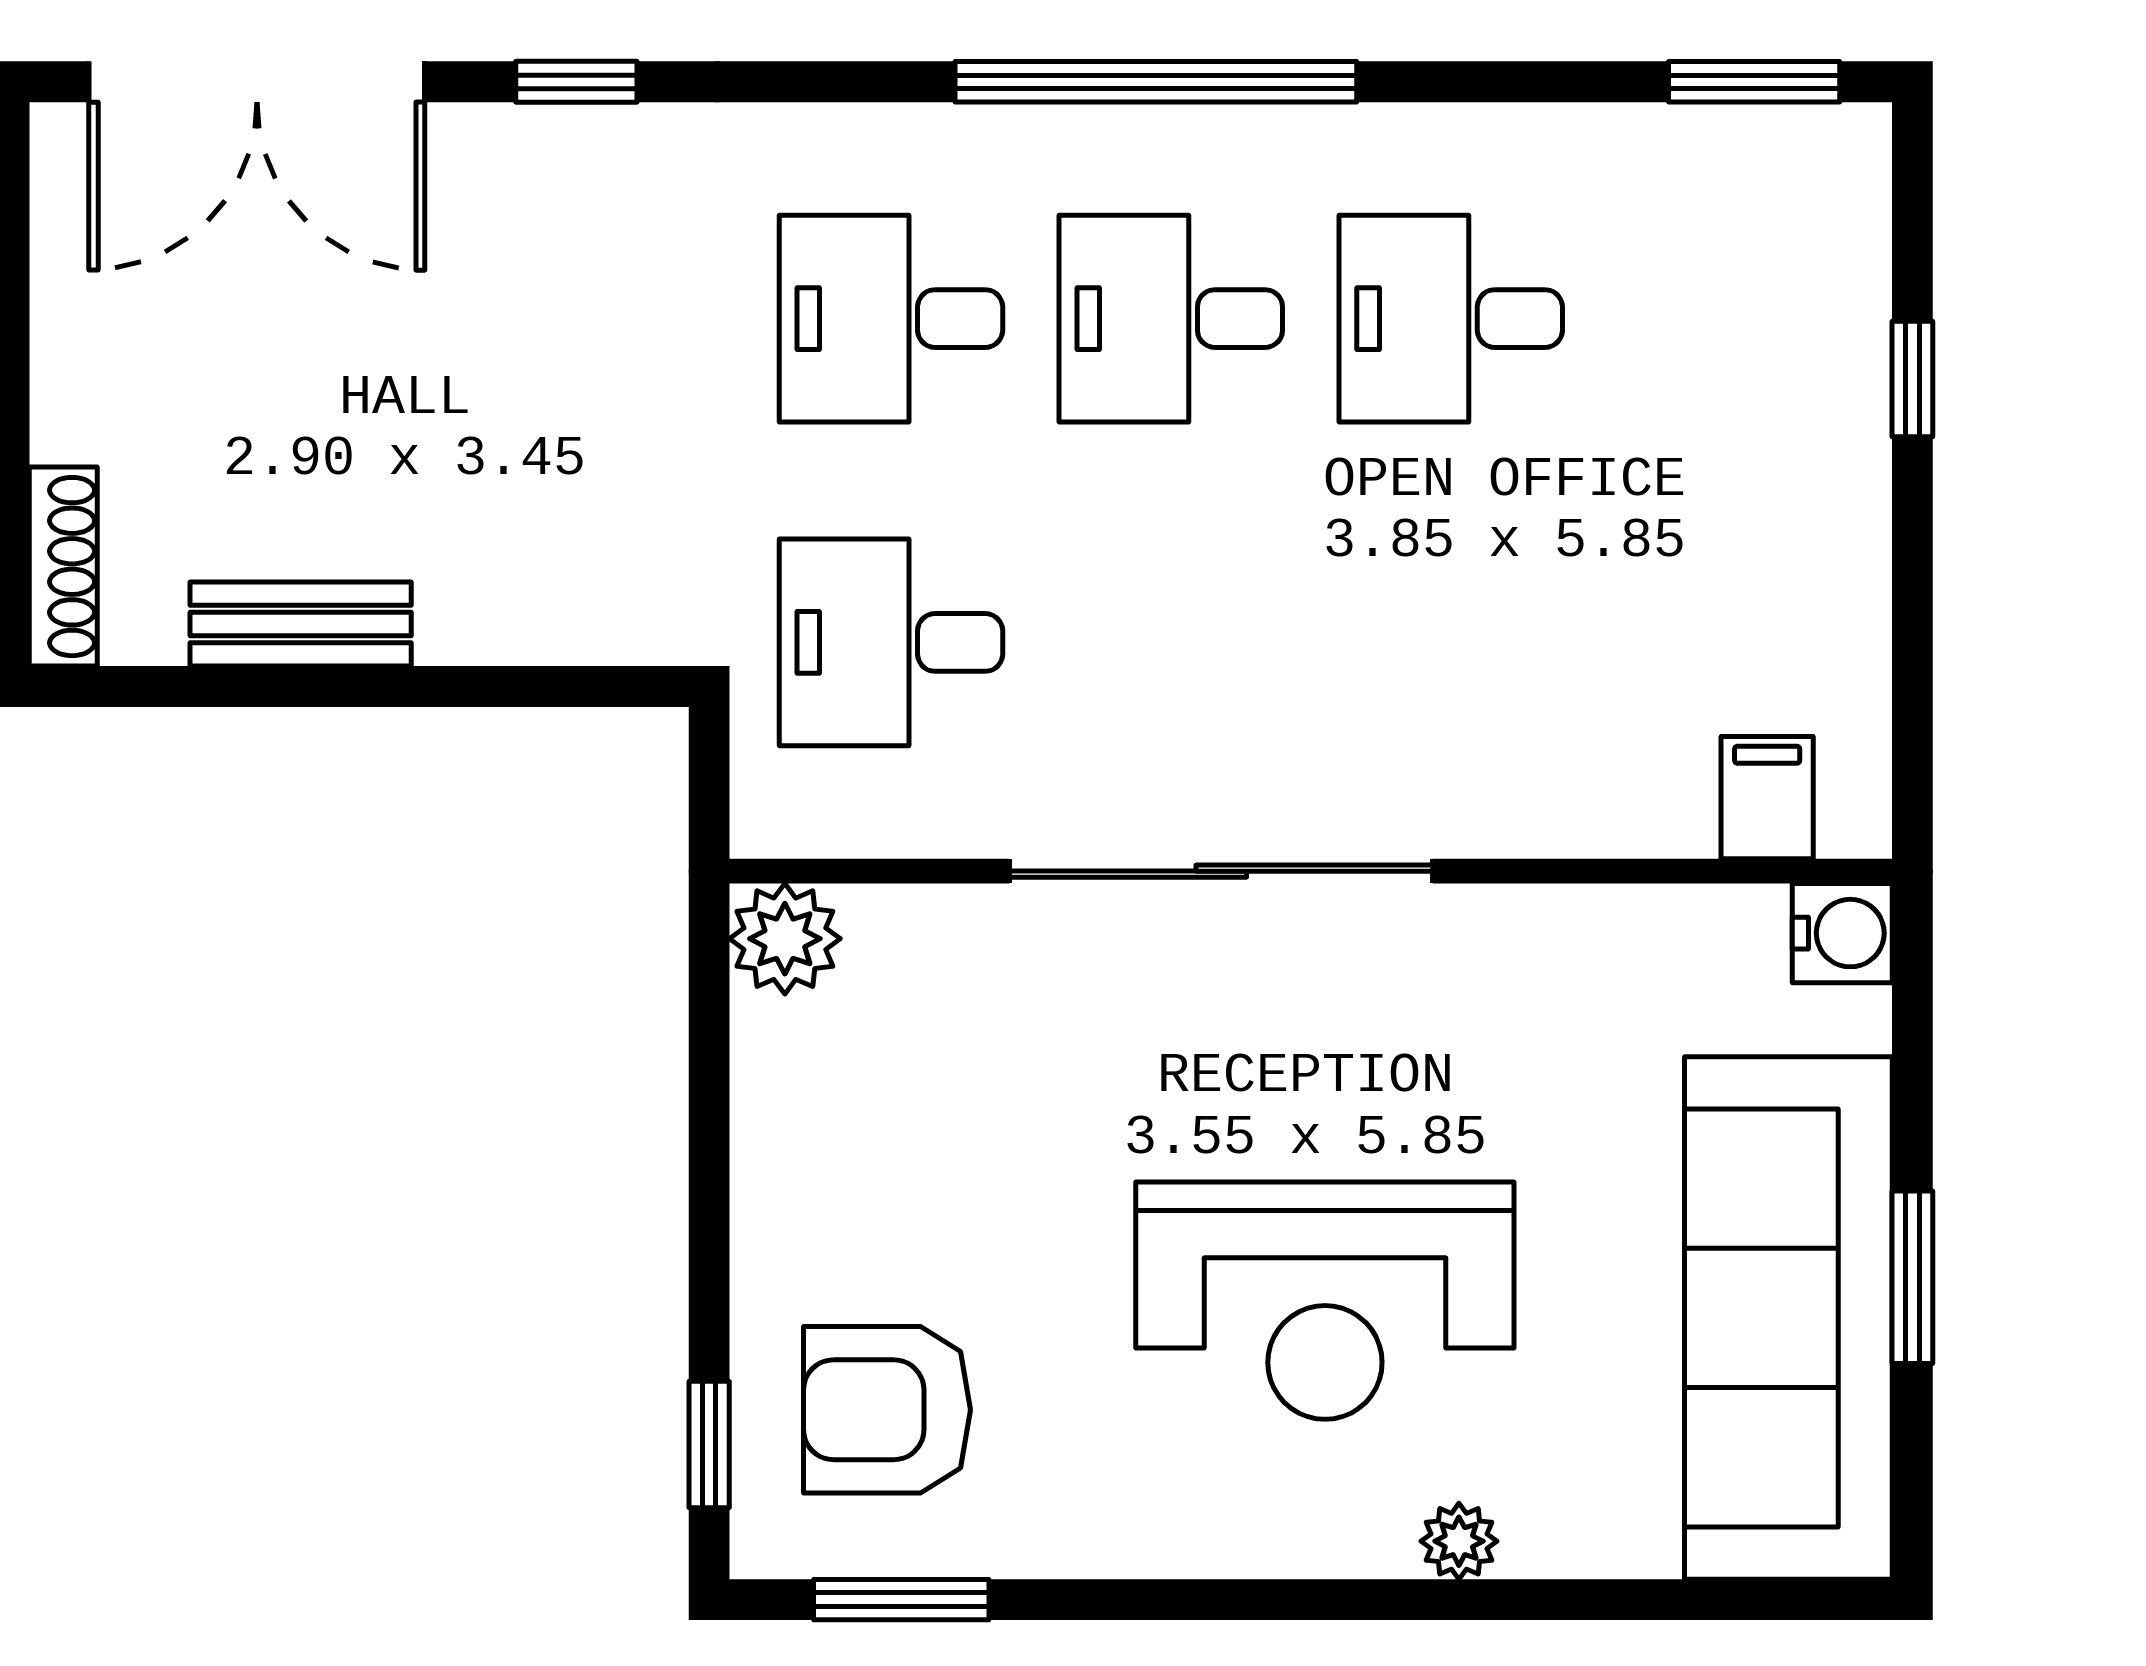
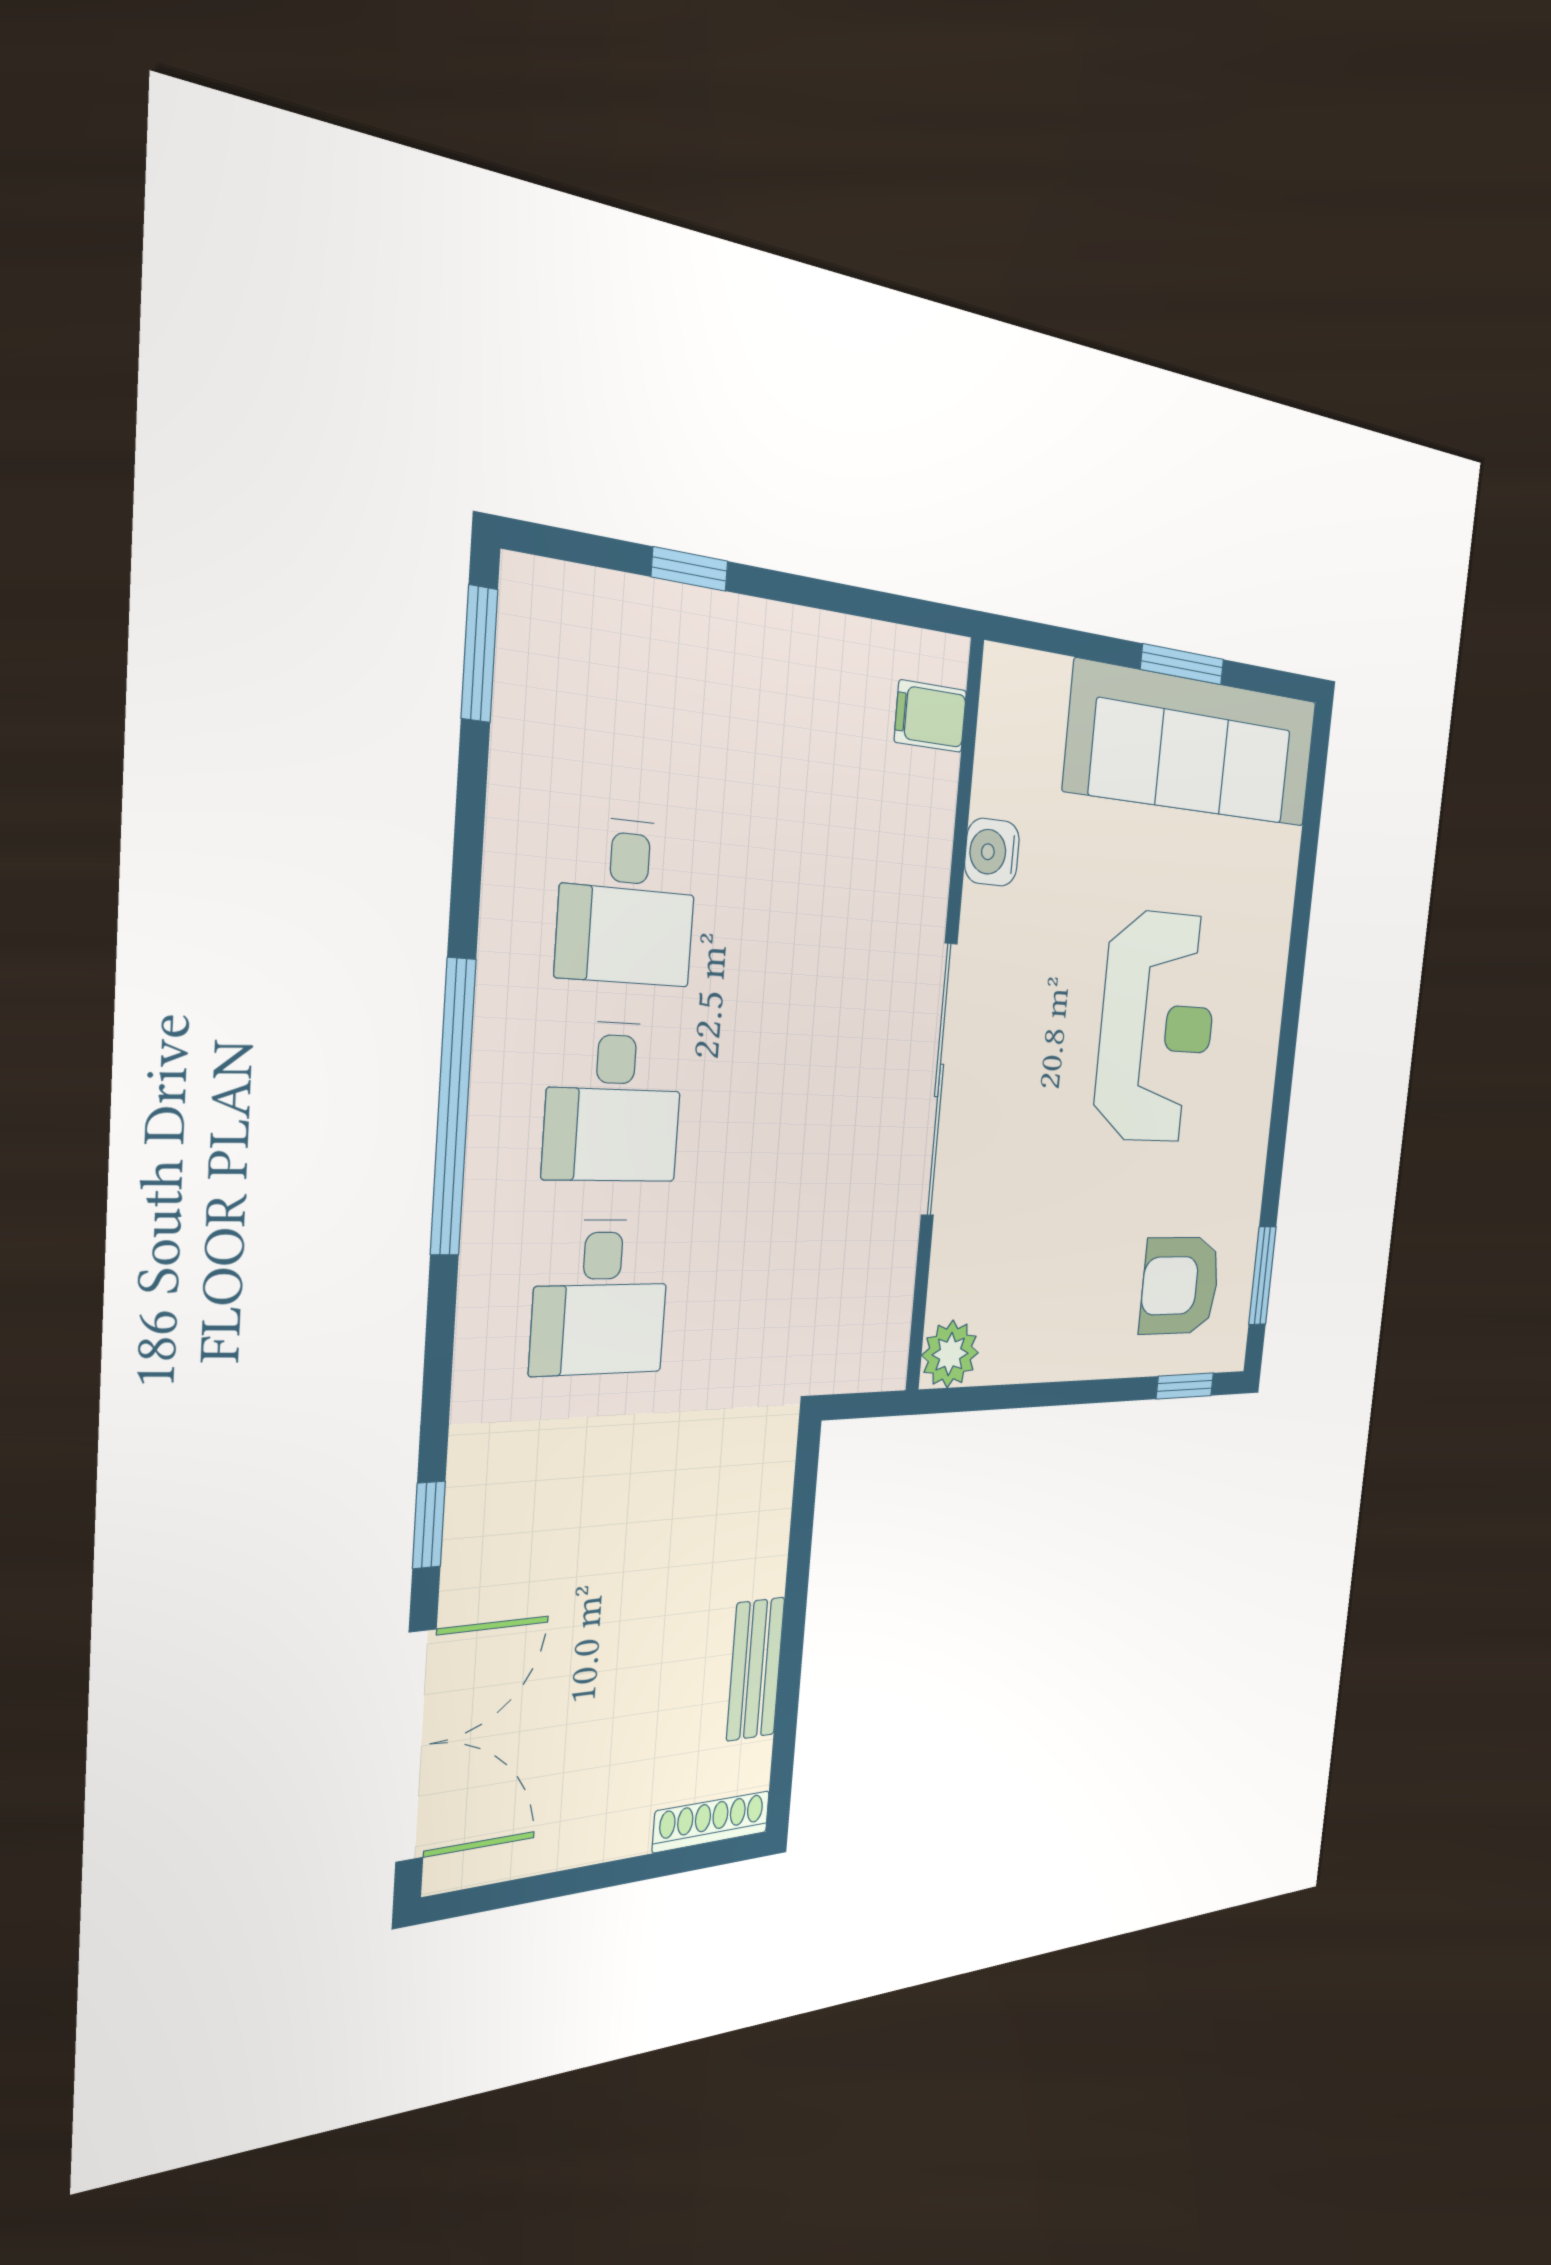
desk: (891, 642) -> (796, 1293), removed
water cooler: (1842, 933) -> (992, 852), moved, turned -90
armchair: (887, 1410) -> (1180, 1285), turned 90
plant: (1459, 1541) -> (1272, 956), removed

